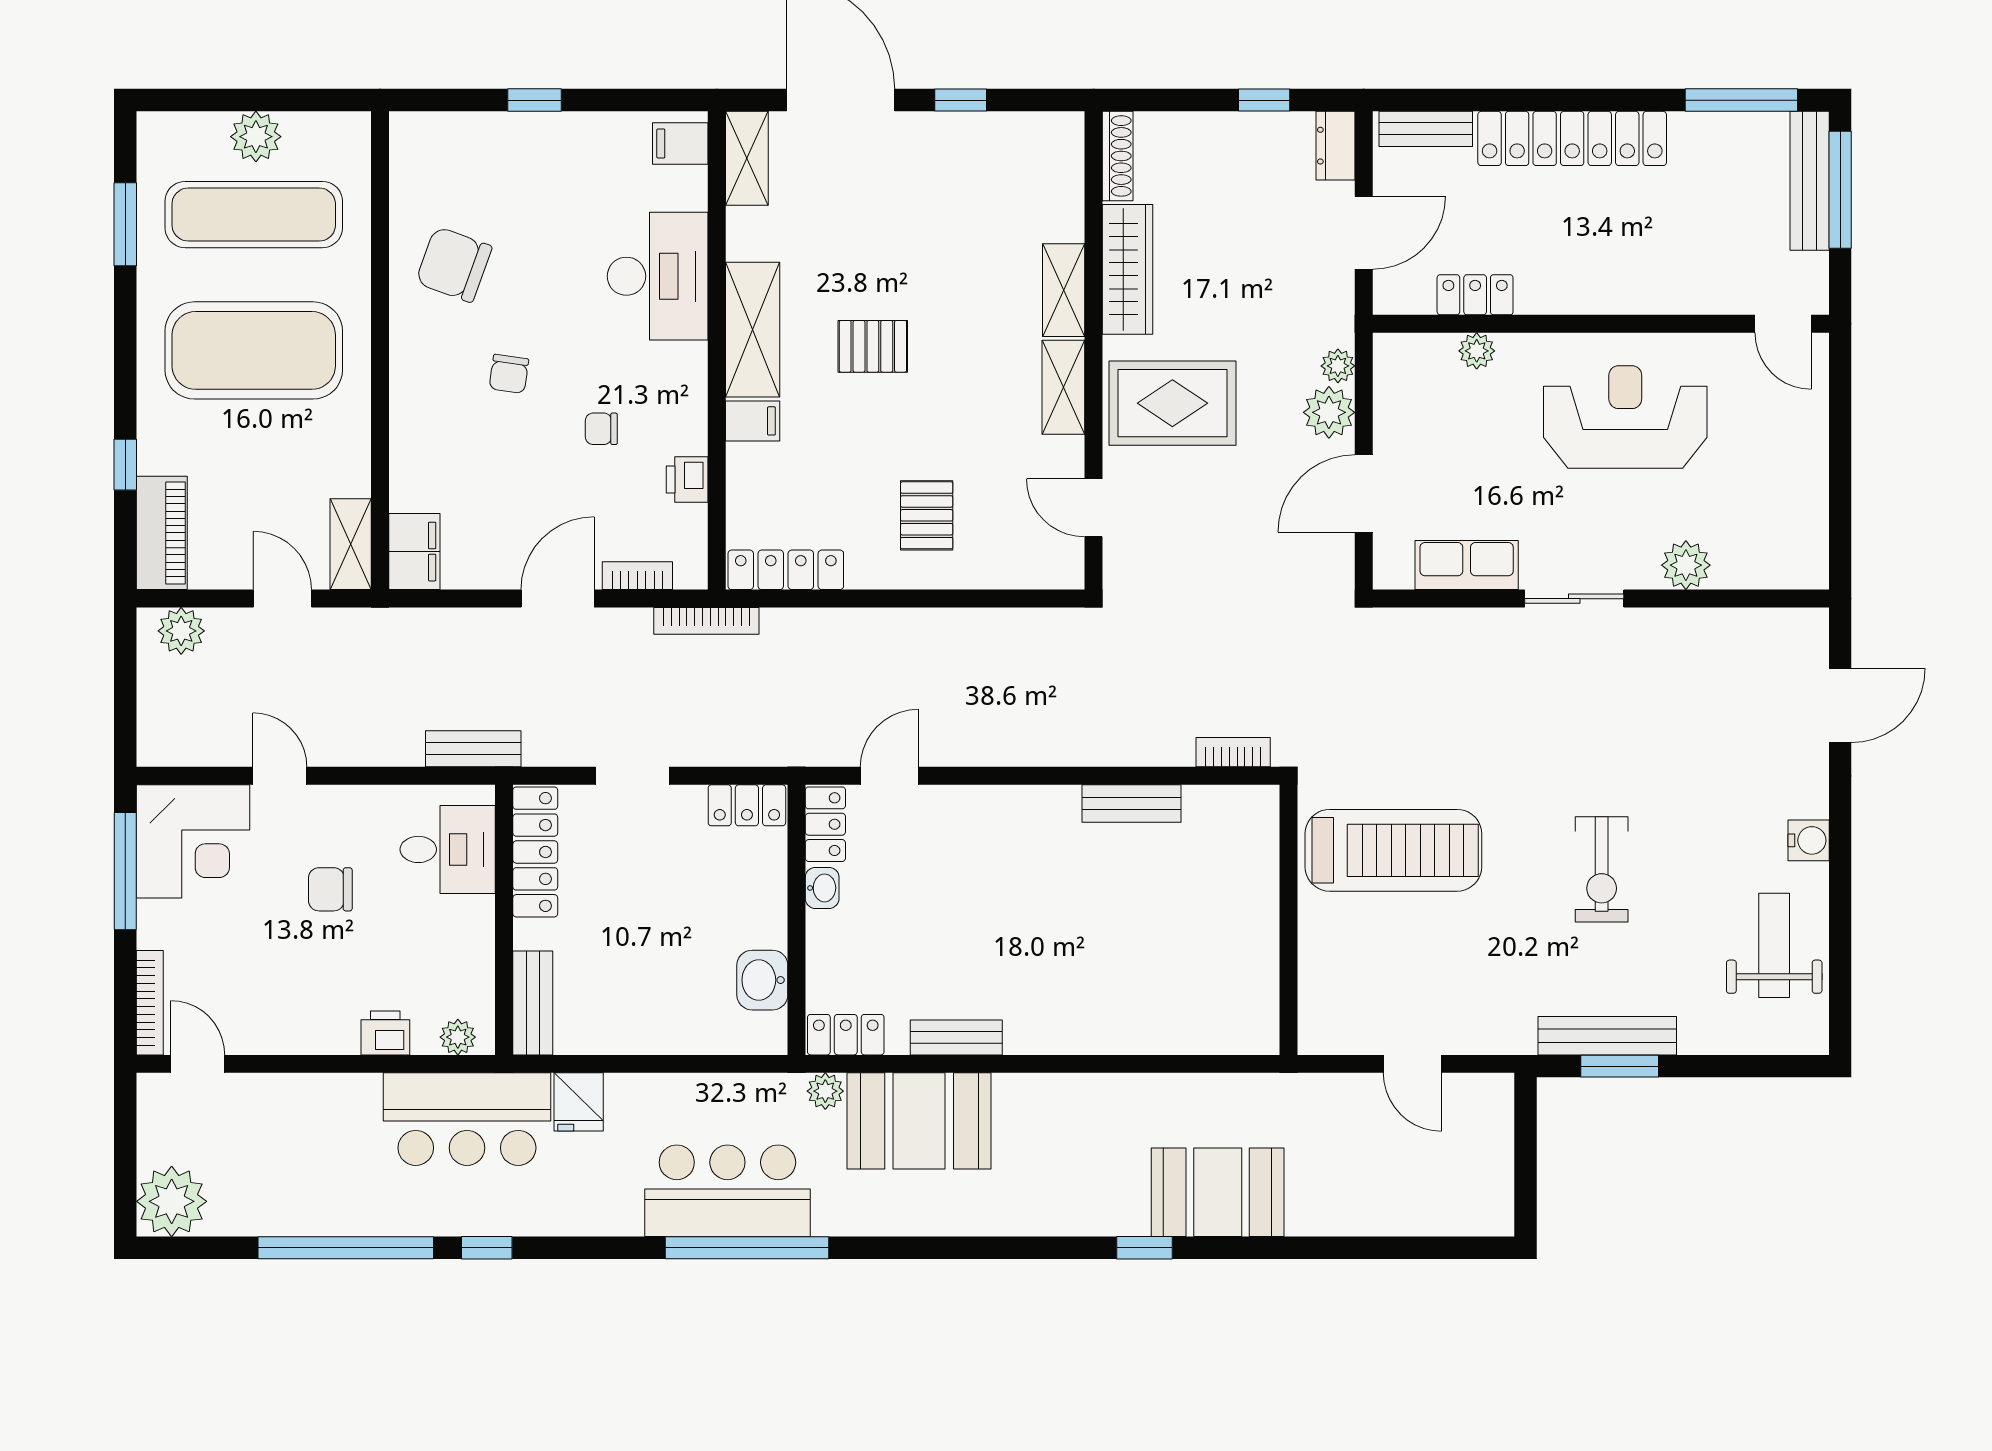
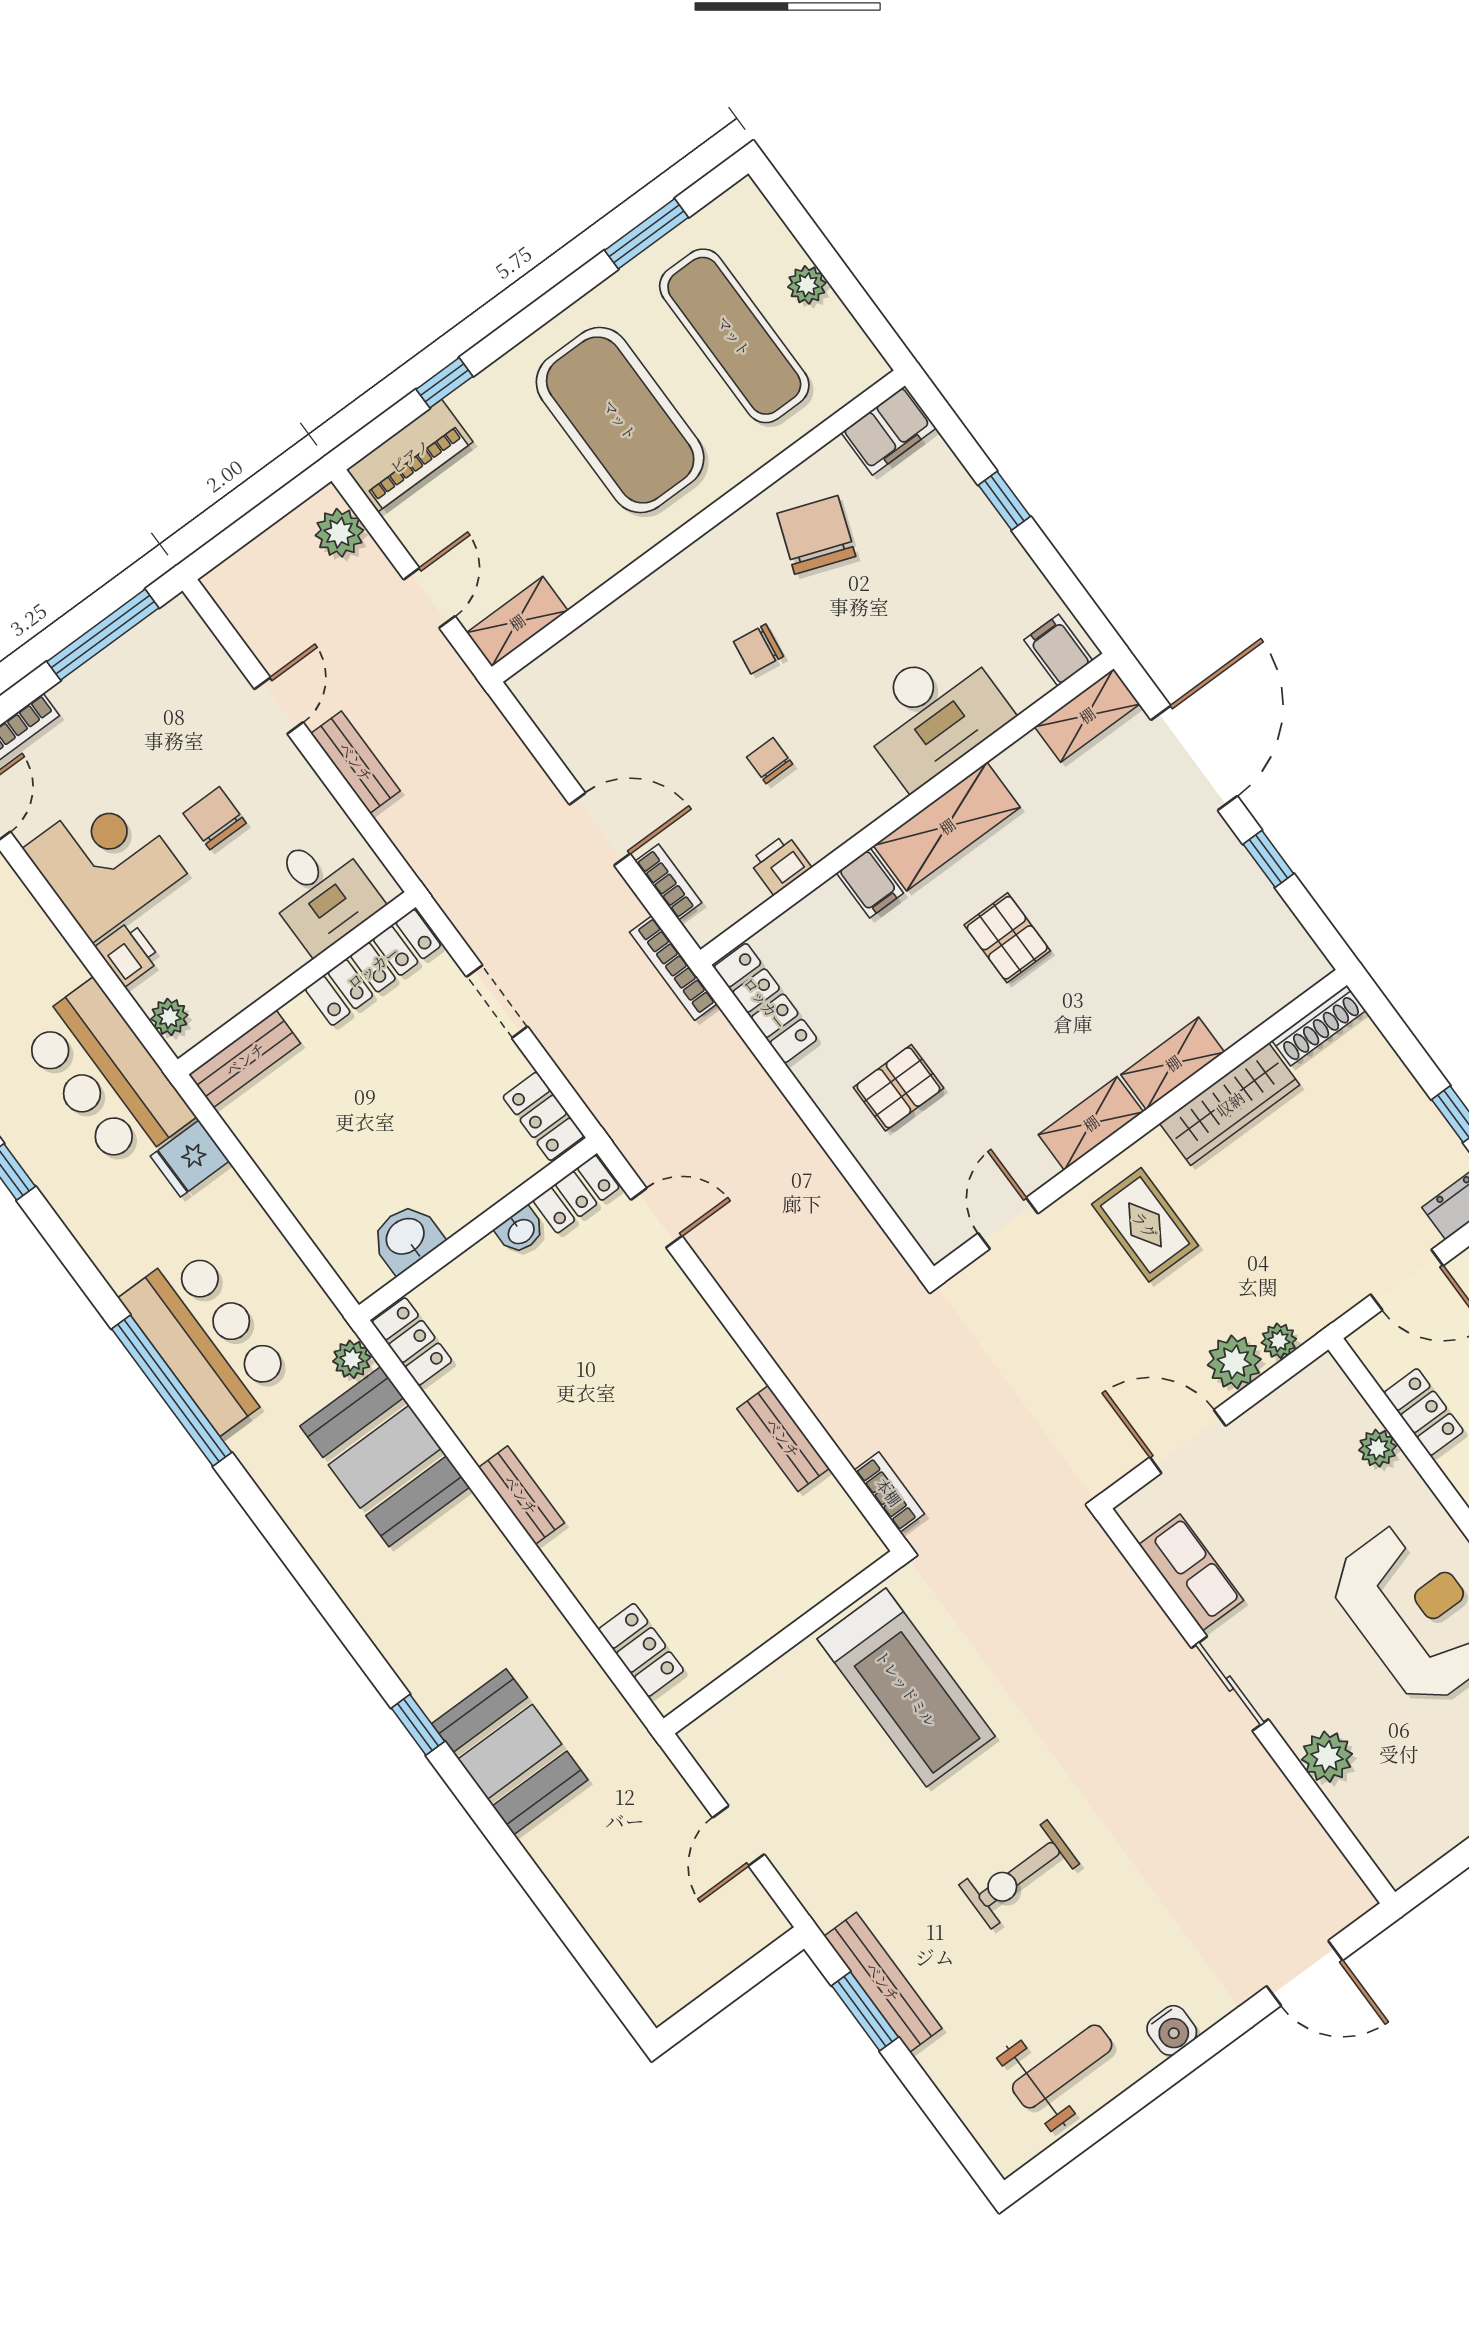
plant: (256, 137) -> (807, 285), width x0.73, depth x0.73
rug: (1172, 403) -> (1145, 1225), width x0.73, depth x0.70
filing cabinet: (414, 552) -> (889, 430), moved
bench: (473, 749) -> (356, 762), moved
corner desk: (193, 841) -> (105, 861), moved, turned 180
locker: (1214, 1033) -> (641, 1650), added
bench: (956, 1037) -> (521, 1495), moved

